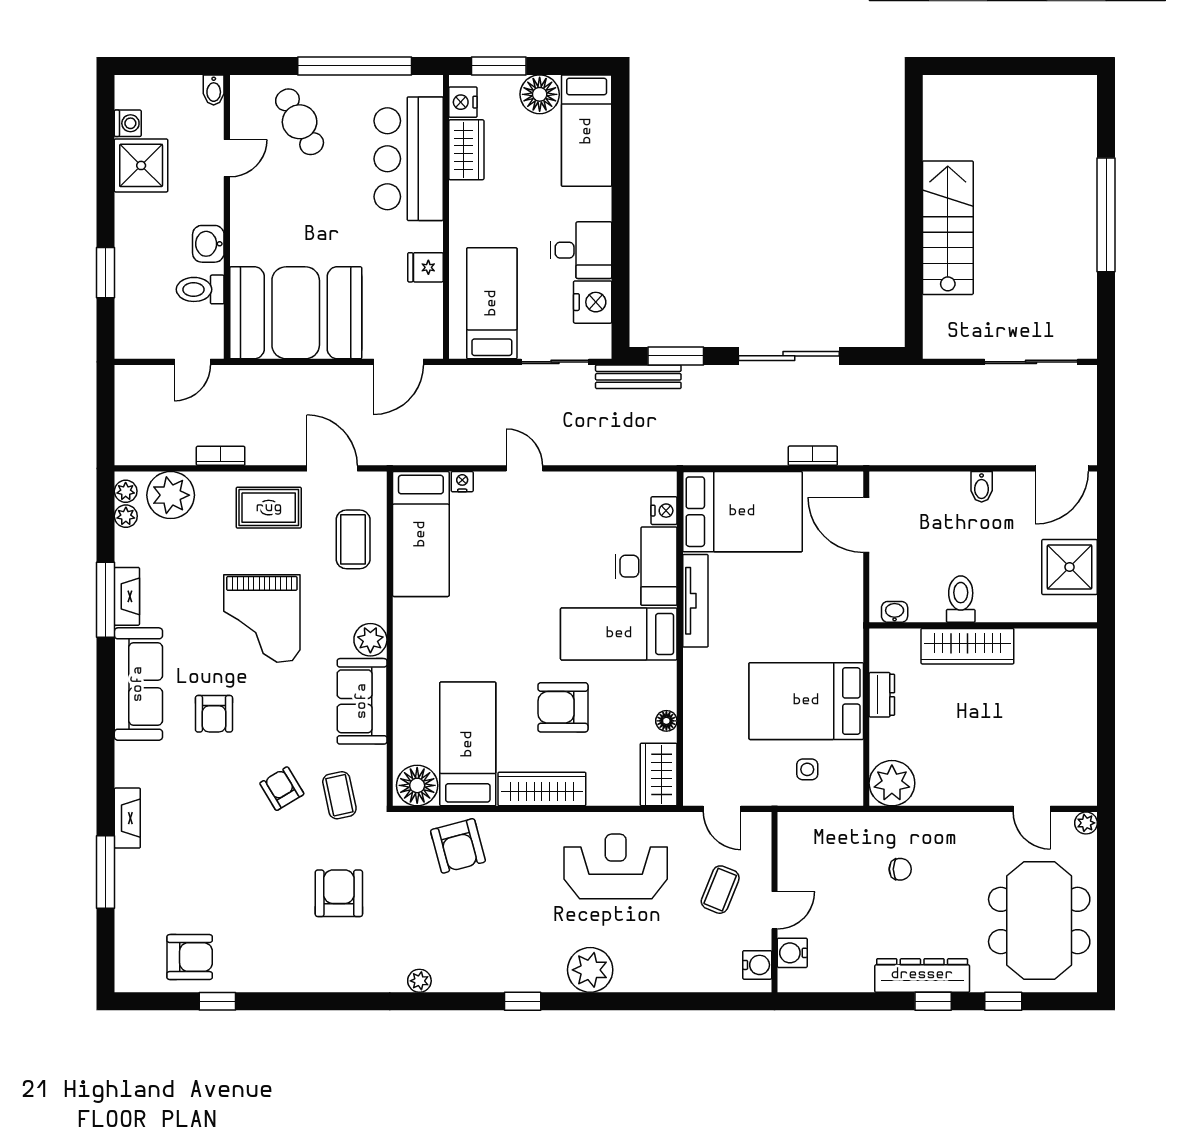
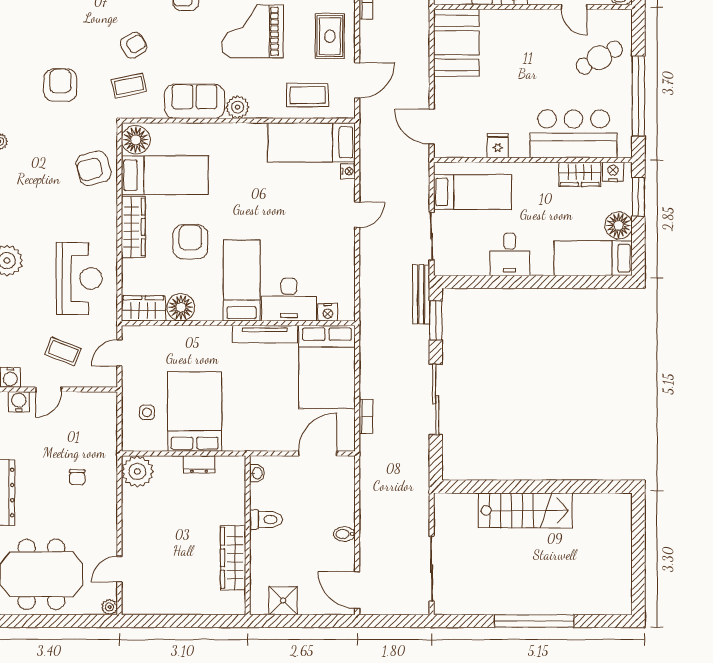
nightstand: (593, 302) -> (473, 262), removed
booth: (296, 313) -> (456, 43), width x0.73, depth x0.70
shower: (1070, 567) -> (283, 601), width x0.73, depth x0.73
wardrobe: (967, 646) -> (233, 558), moved
floor lamp: (666, 721) -> (181, 307), width x1.89, depth x1.89
armchair: (339, 893) -> (60, 85), turned -90
door: (775, 910) -> (49, 389), hinge flipped

